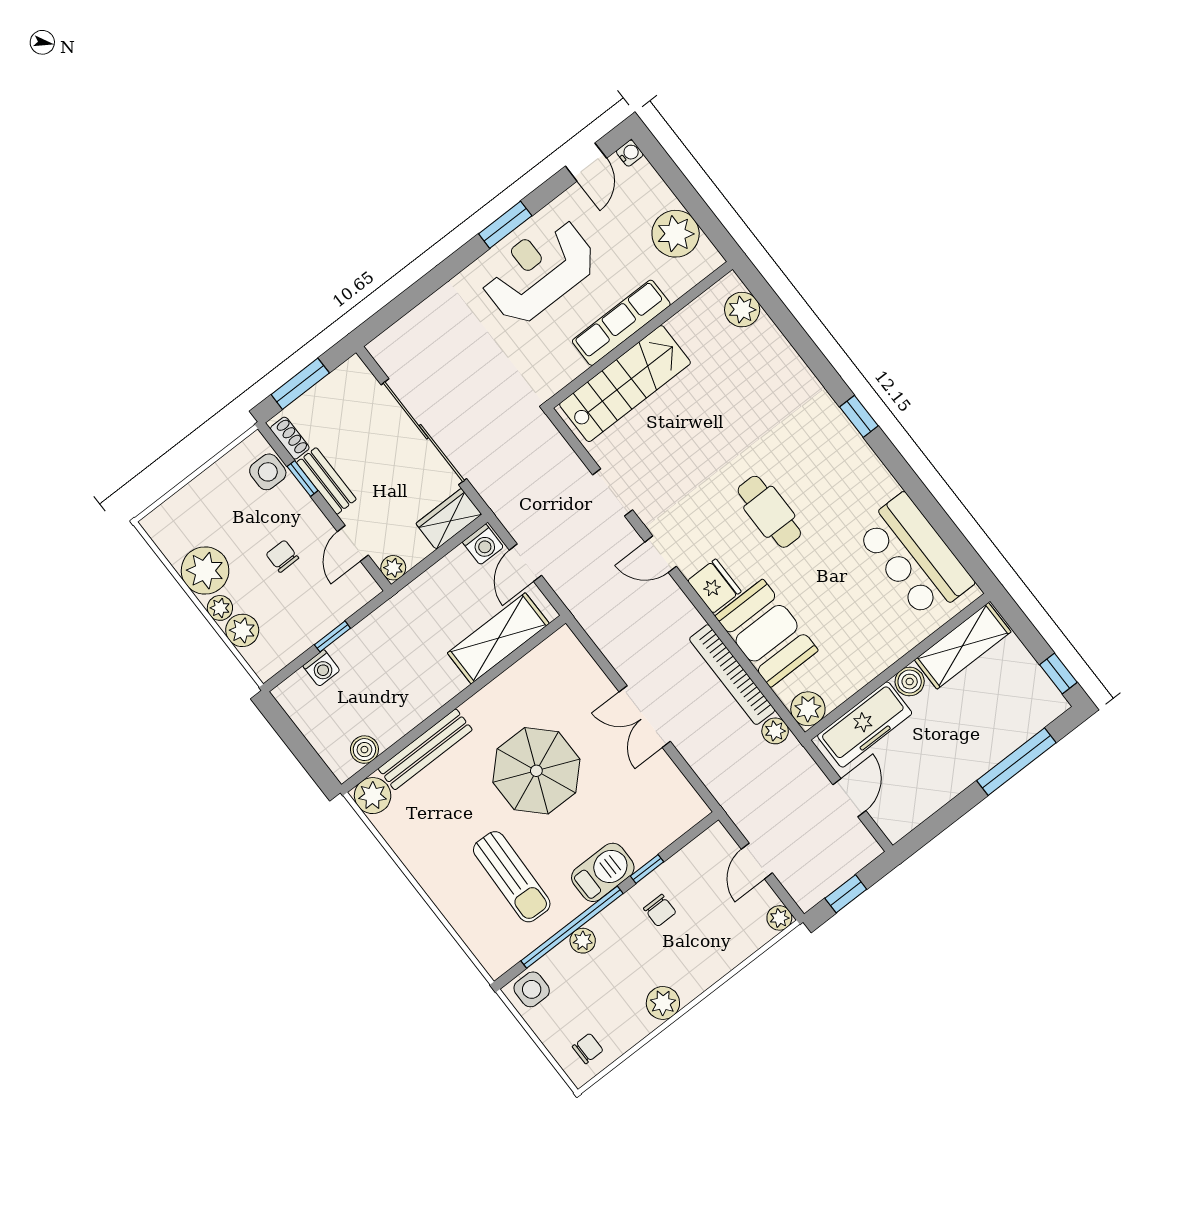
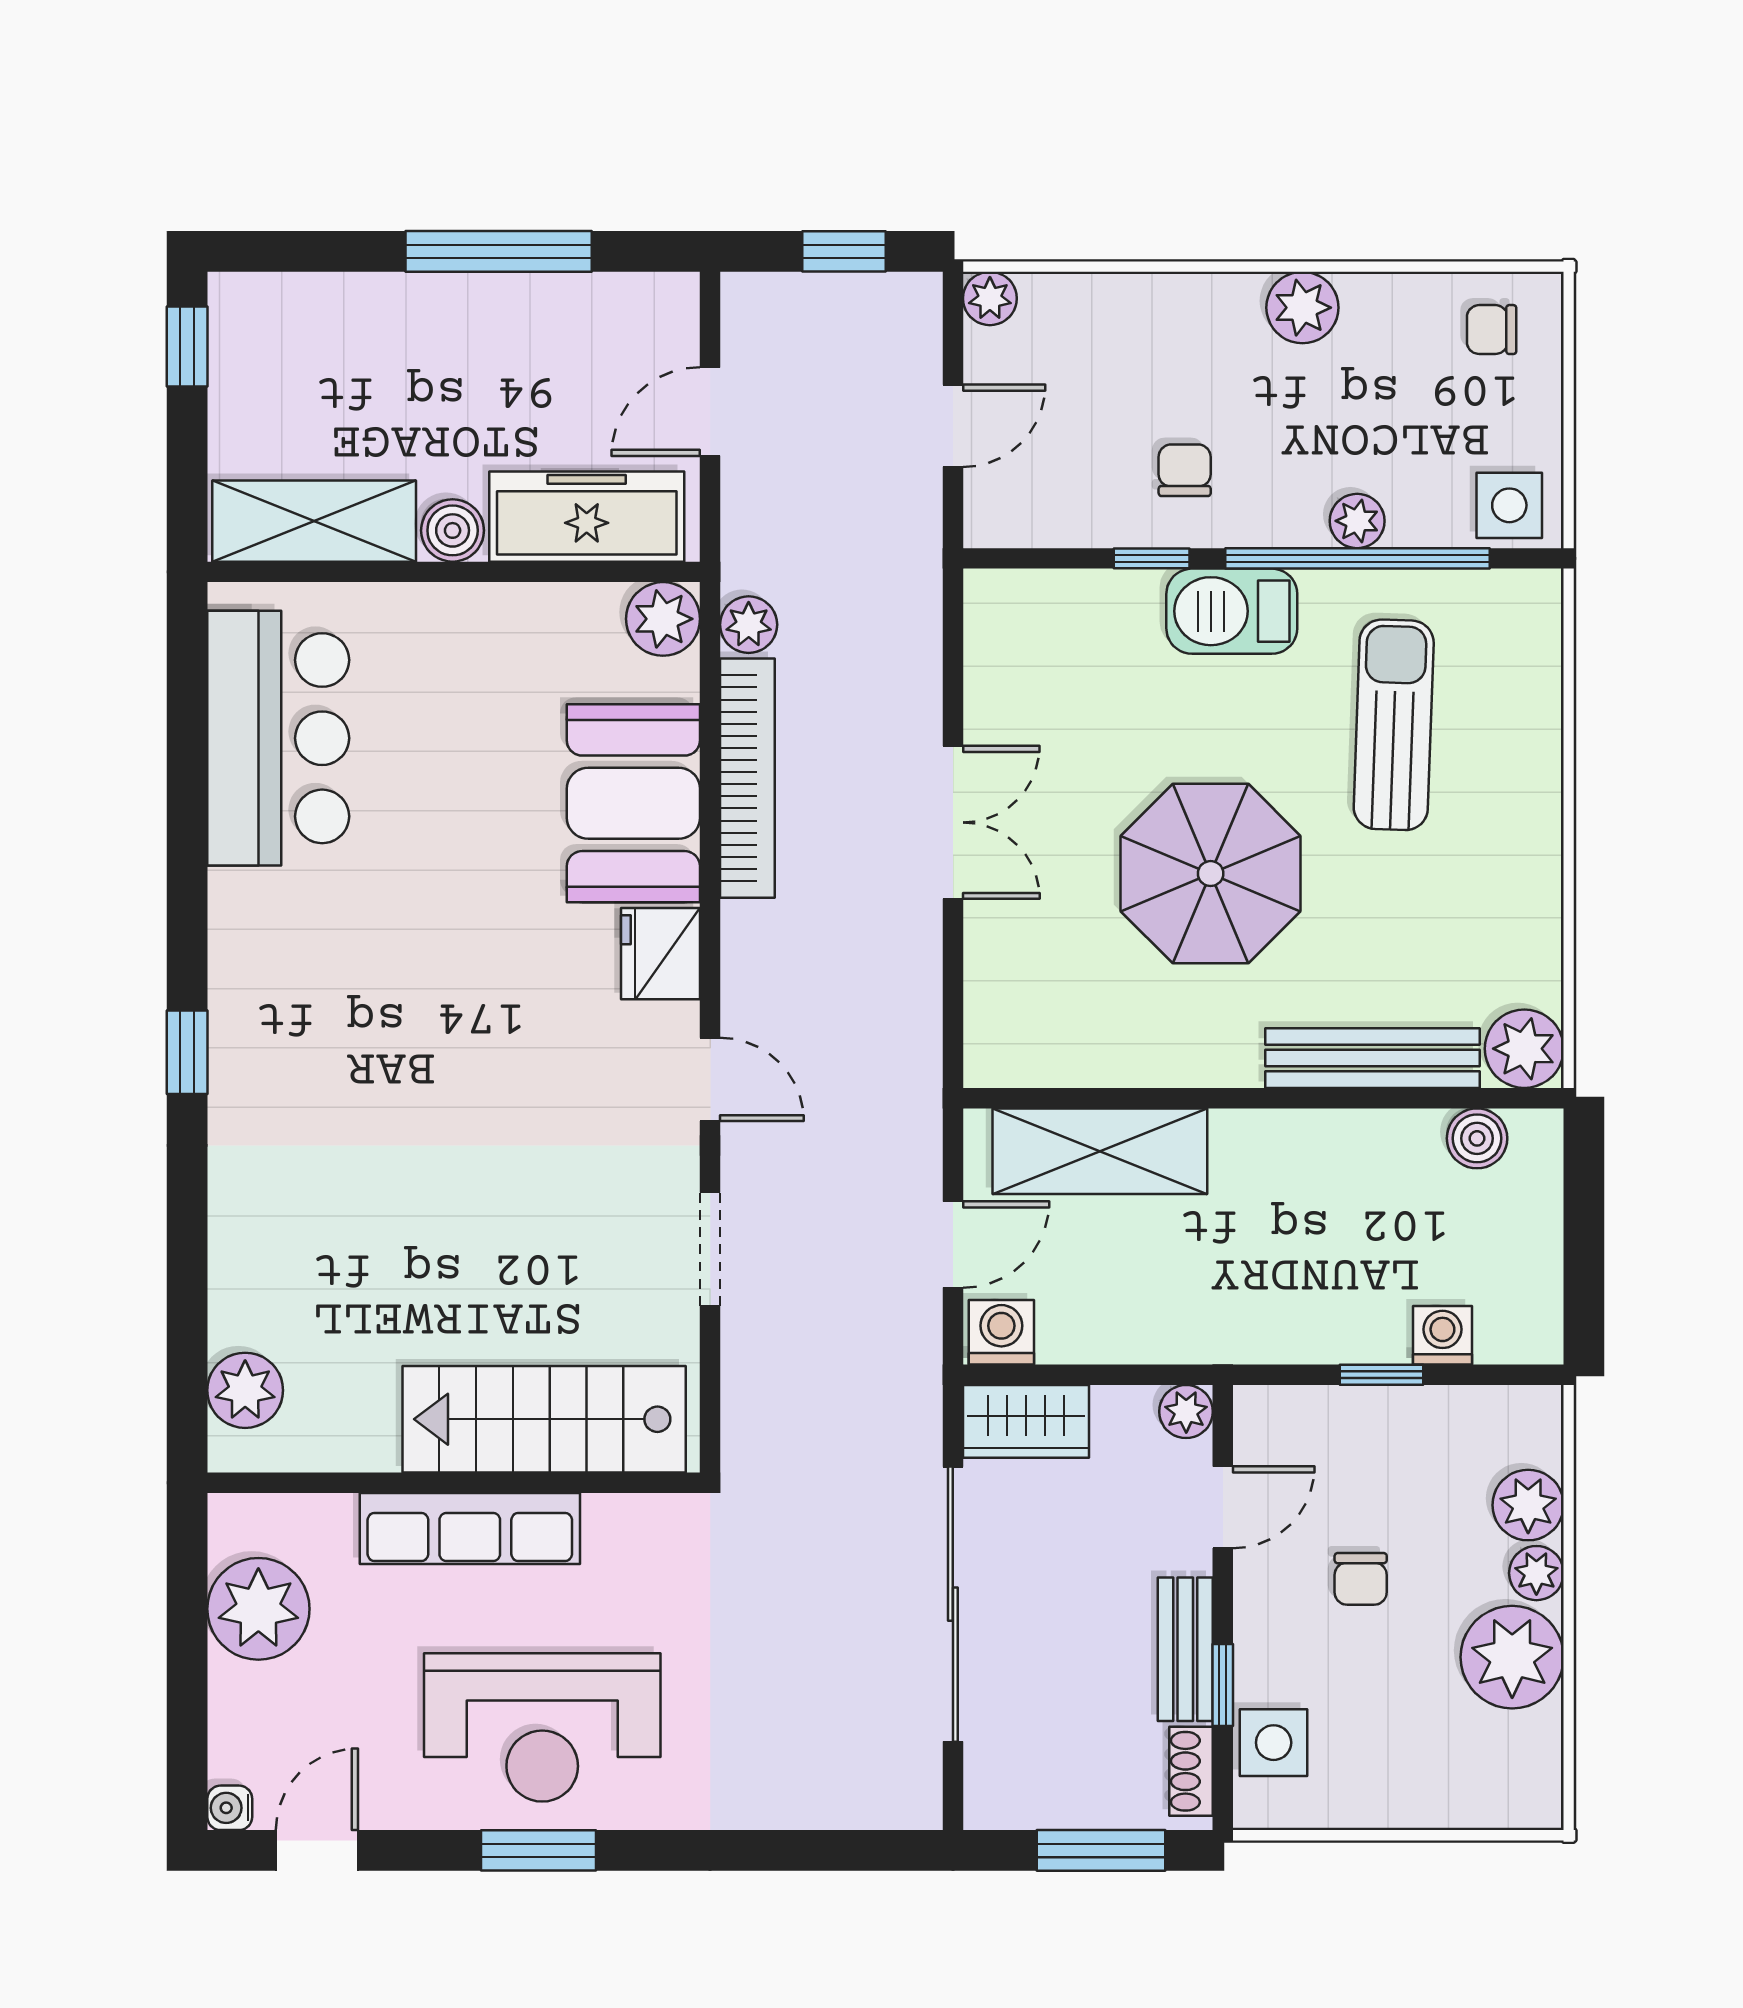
cafe table: (769, 512) -> (467, 1008), removed
window: (1016, 762) -> (499, 251), moved

